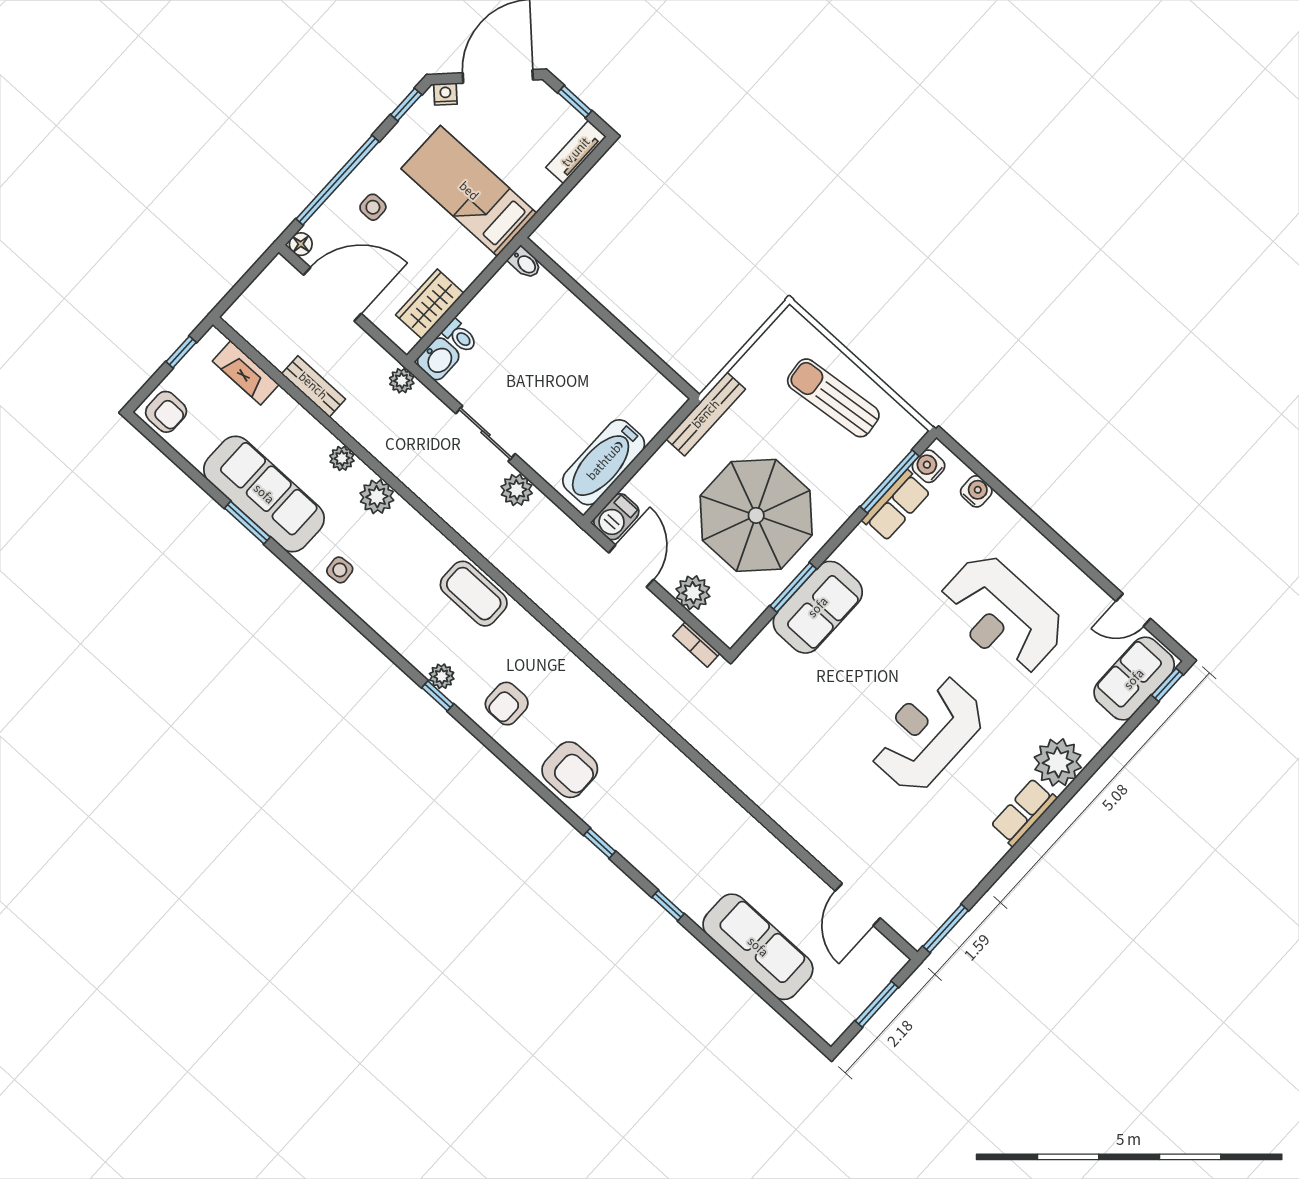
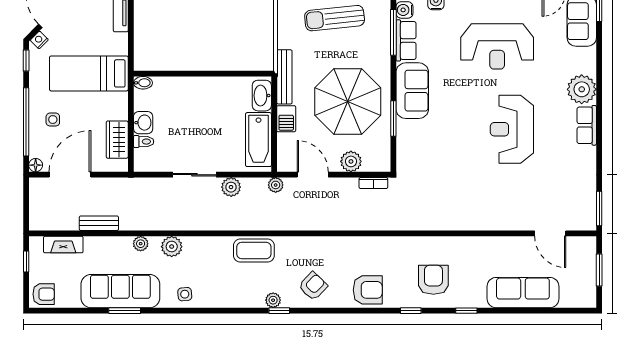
washbasin: (438, 359) -> (143, 123), moved
plant: (402, 381) -> (276, 185), moved
washbasin: (657, 412) -> (262, 96), added
barbecue: (616, 517) -> (286, 119), moved
sofa: (818, 607) -> (412, 91), moved
armchair: (507, 704) -> (313, 286), turned -136
armchair: (662, 831) -> (433, 280), added

